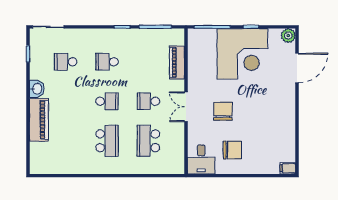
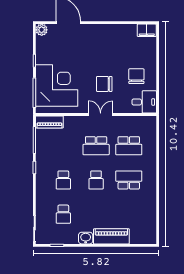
corner desk: (242, 54) -> (57, 85), moved
piano: (177, 62) -> (49, 122), moved
school desk: (107, 101) -> (96, 180), turned 180
school desk: (148, 101) -> (96, 146), width x1.85
double door: (186, 107) -> (101, 115), swing flipped
filing cabinet: (288, 168) -> (147, 30), width x2.00

